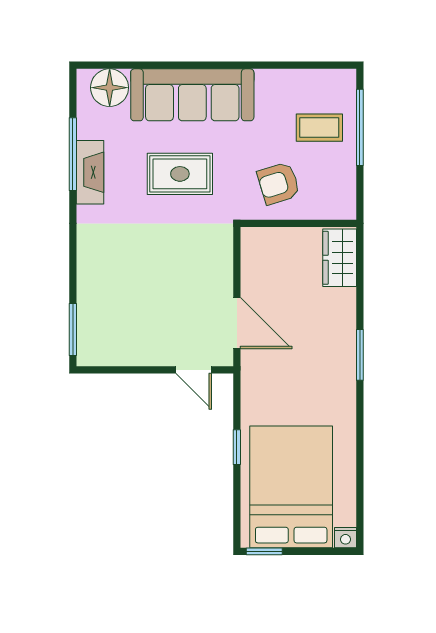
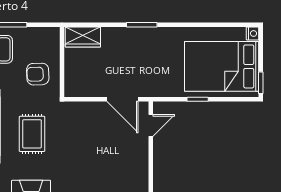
armchair: (279, 183) -> (38, 74), turned 105
door: (237, 323) -> (122, 99), swing flipped

